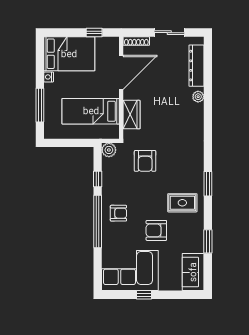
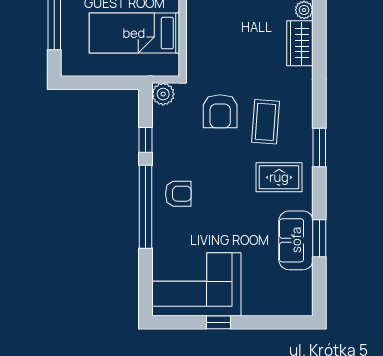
wardrobe: (132, 115) -> (300, 43), moved, turned 180
coffee table: (174, 168) -> (266, 122), added
armchair: (156, 230) -> (238, 221), removed
sofa: (193, 272) -> (296, 240), moved

